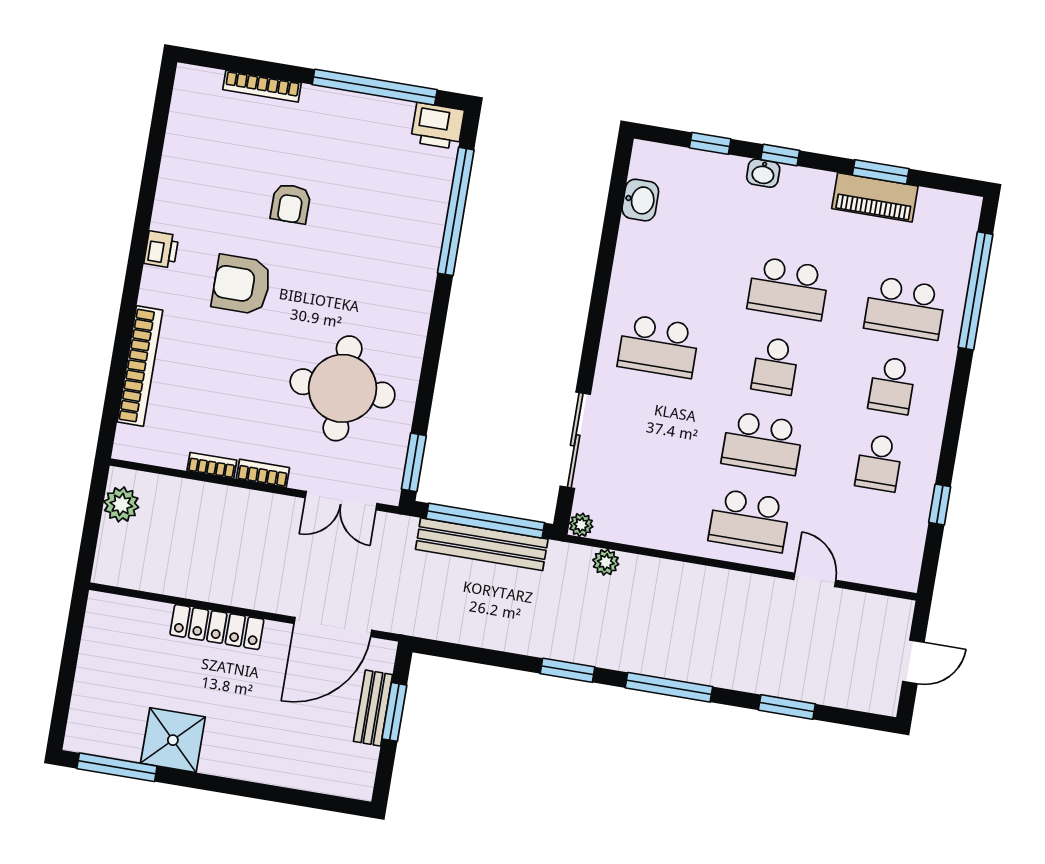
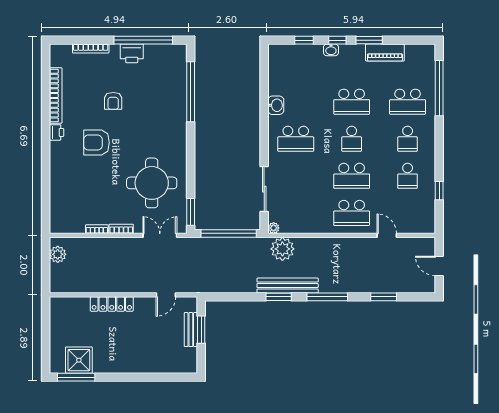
printer: (438, 126) -> (132, 53), moved
window: (881, 172) -> (369, 40), moved
washbasin: (640, 200) -> (276, 105), moved
bookcase: (140, 366) -> (56, 96), moved
double door: (341, 501) -> (160, 235), swing flipped
bench: (482, 544) -> (288, 286), moved
plant: (606, 562) -> (282, 249), width x1.87, depth x1.87
door: (333, 627) -> (166, 295), width x0.53
door: (913, 662) -> (439, 266), swing flipped
shower: (173, 740) -> (79, 360), moved

